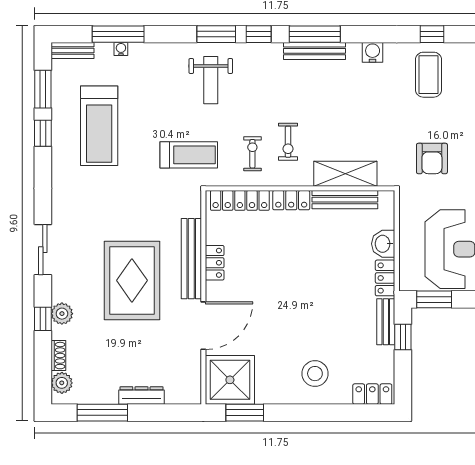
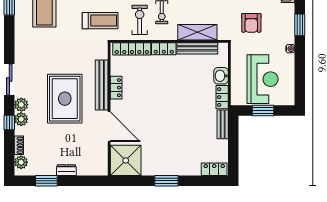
exercise bike: (252, 154) -> (140, 20), width x1.38, depth x1.39
plant: (62, 290) -> (21, 105), added
window: (434, 299) -> (263, 110), moved
door: (203, 326) -> (109, 127), hinge flipped
window: (403, 337) -> (233, 134), removed
stool: (315, 374) -> (179, 157), removed
dresser: (141, 396) -> (66, 170), width x0.70
window: (102, 413) -> (46, 181), width x0.69
window: (245, 413) -> (166, 181), moved

